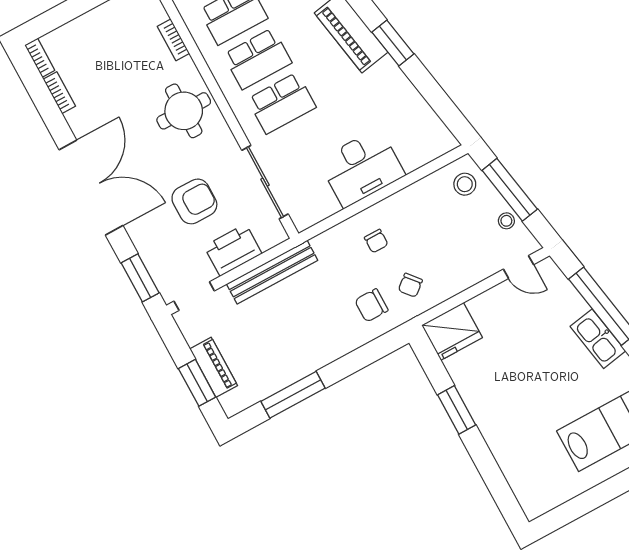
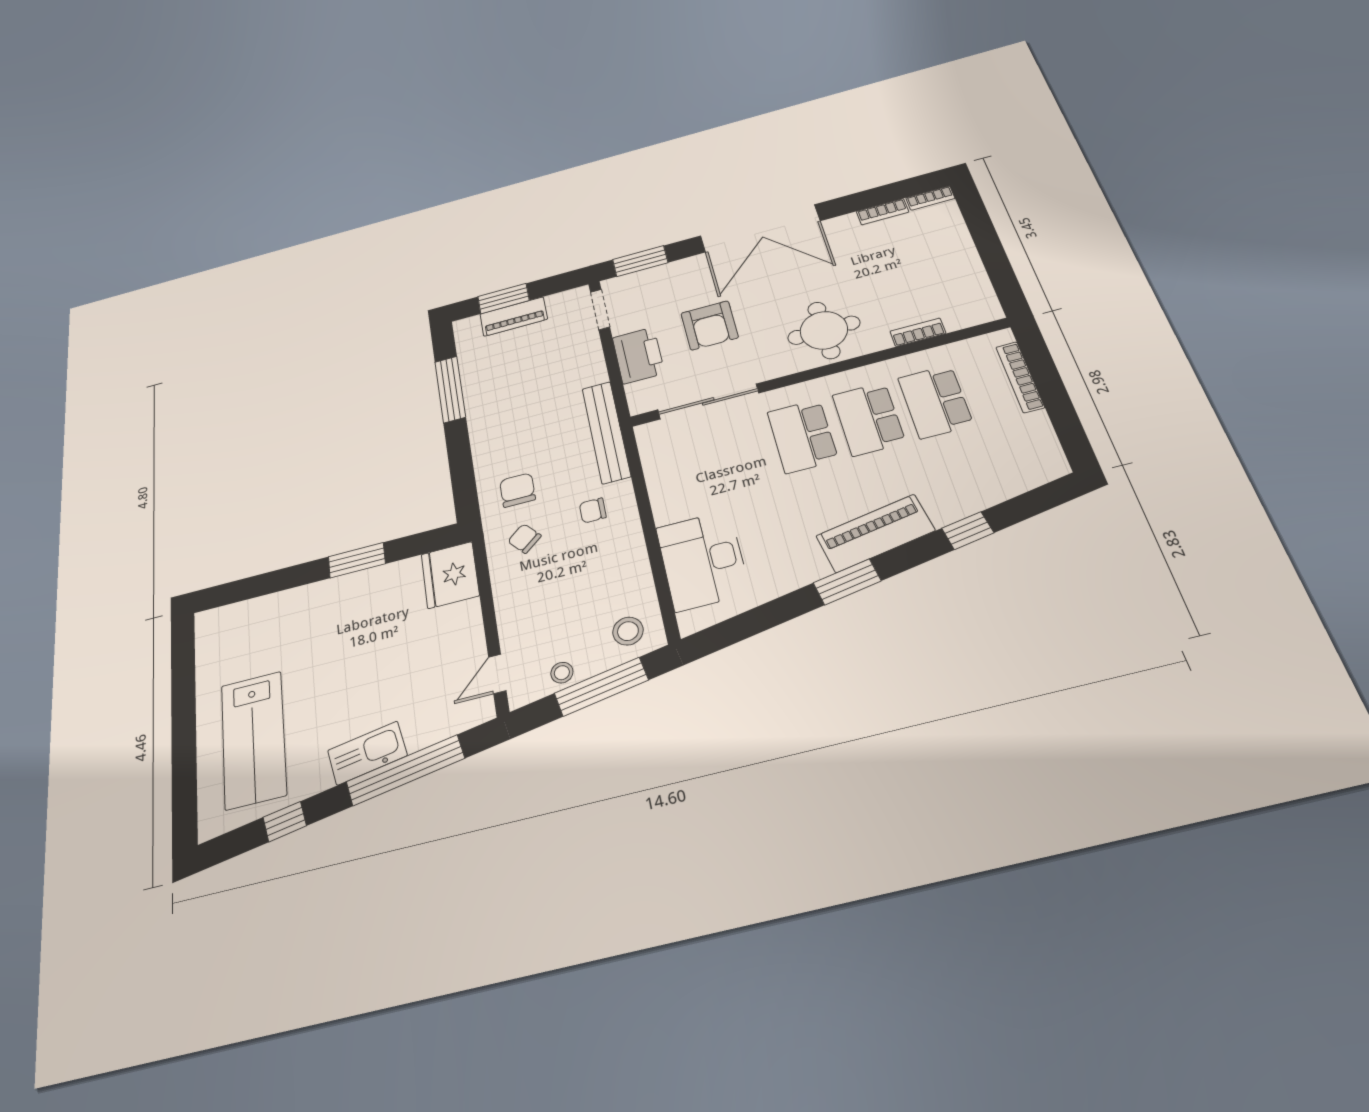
desk: (362, 168) -> (703, 560), moved
bench: (272, 272) -> (606, 432), moved

